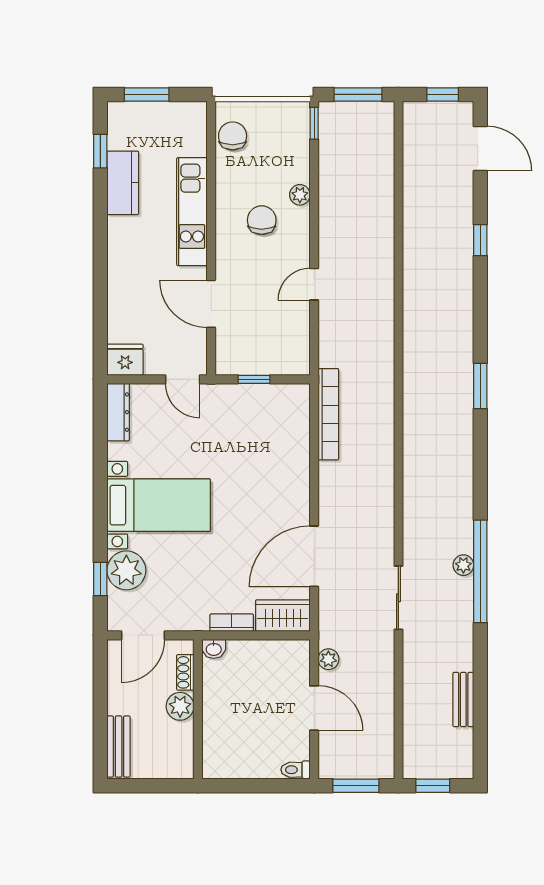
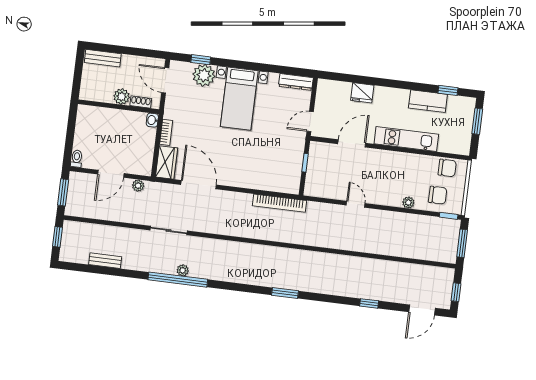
chair: (262, 220) -> (438, 195), moved
fridge: (125, 360) -> (362, 93), moved, turned 90

